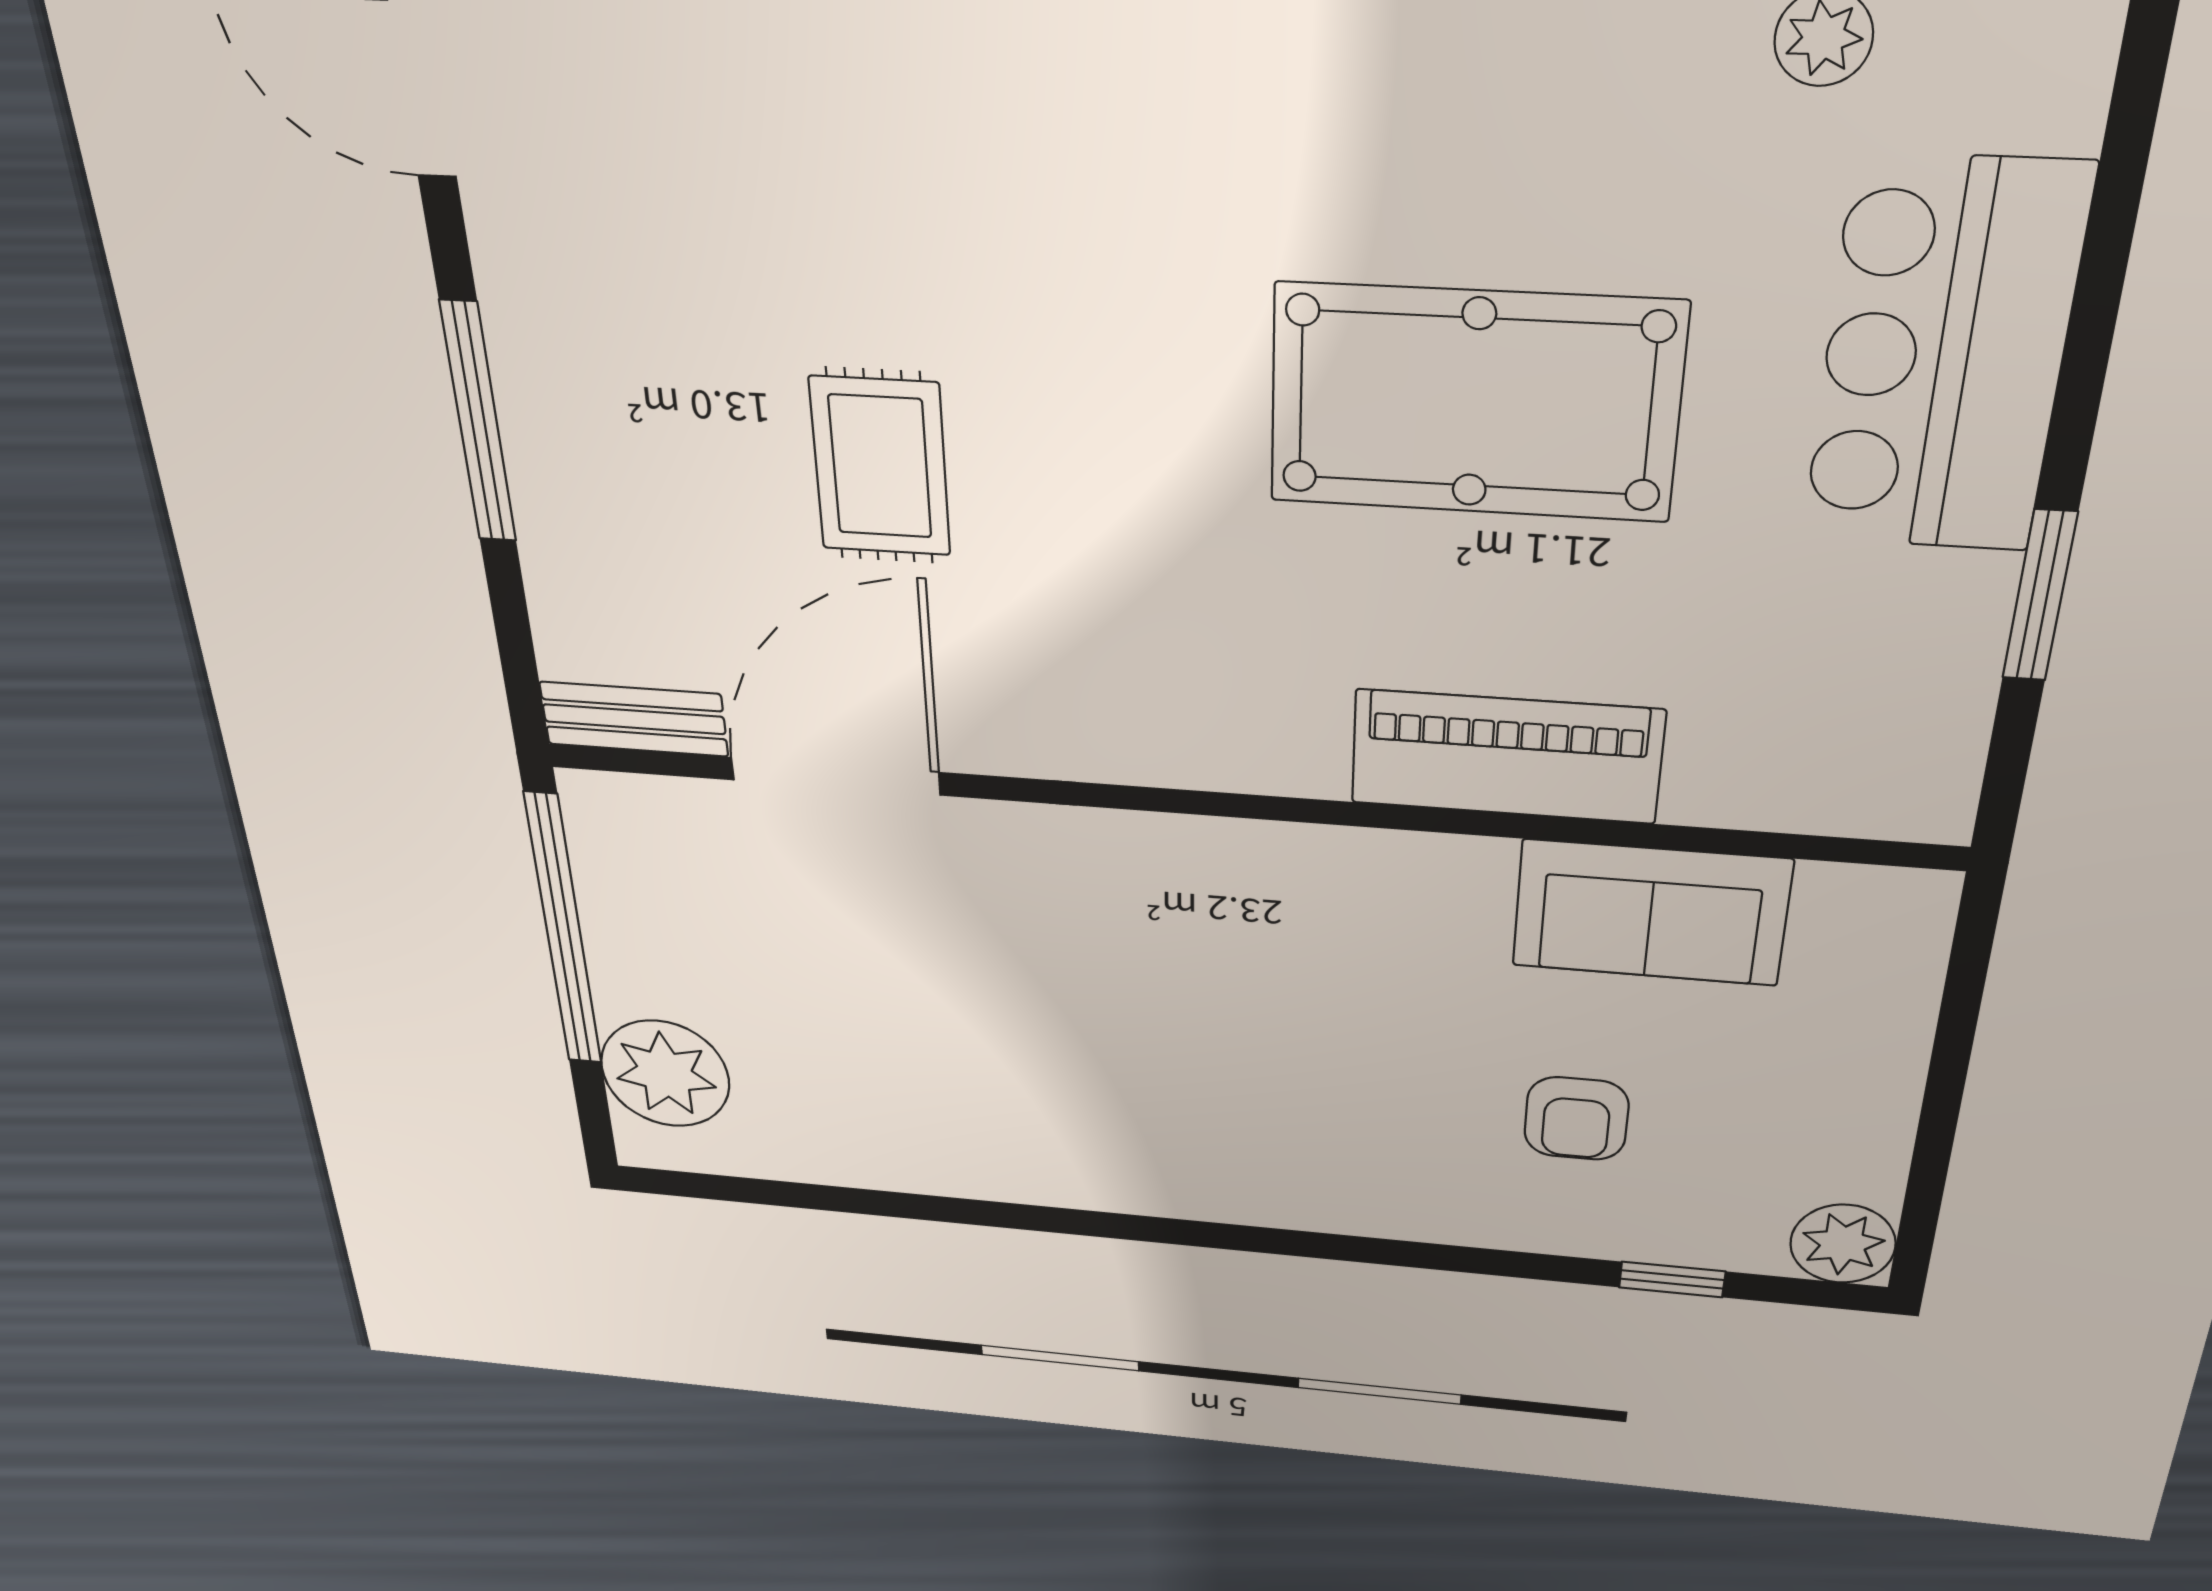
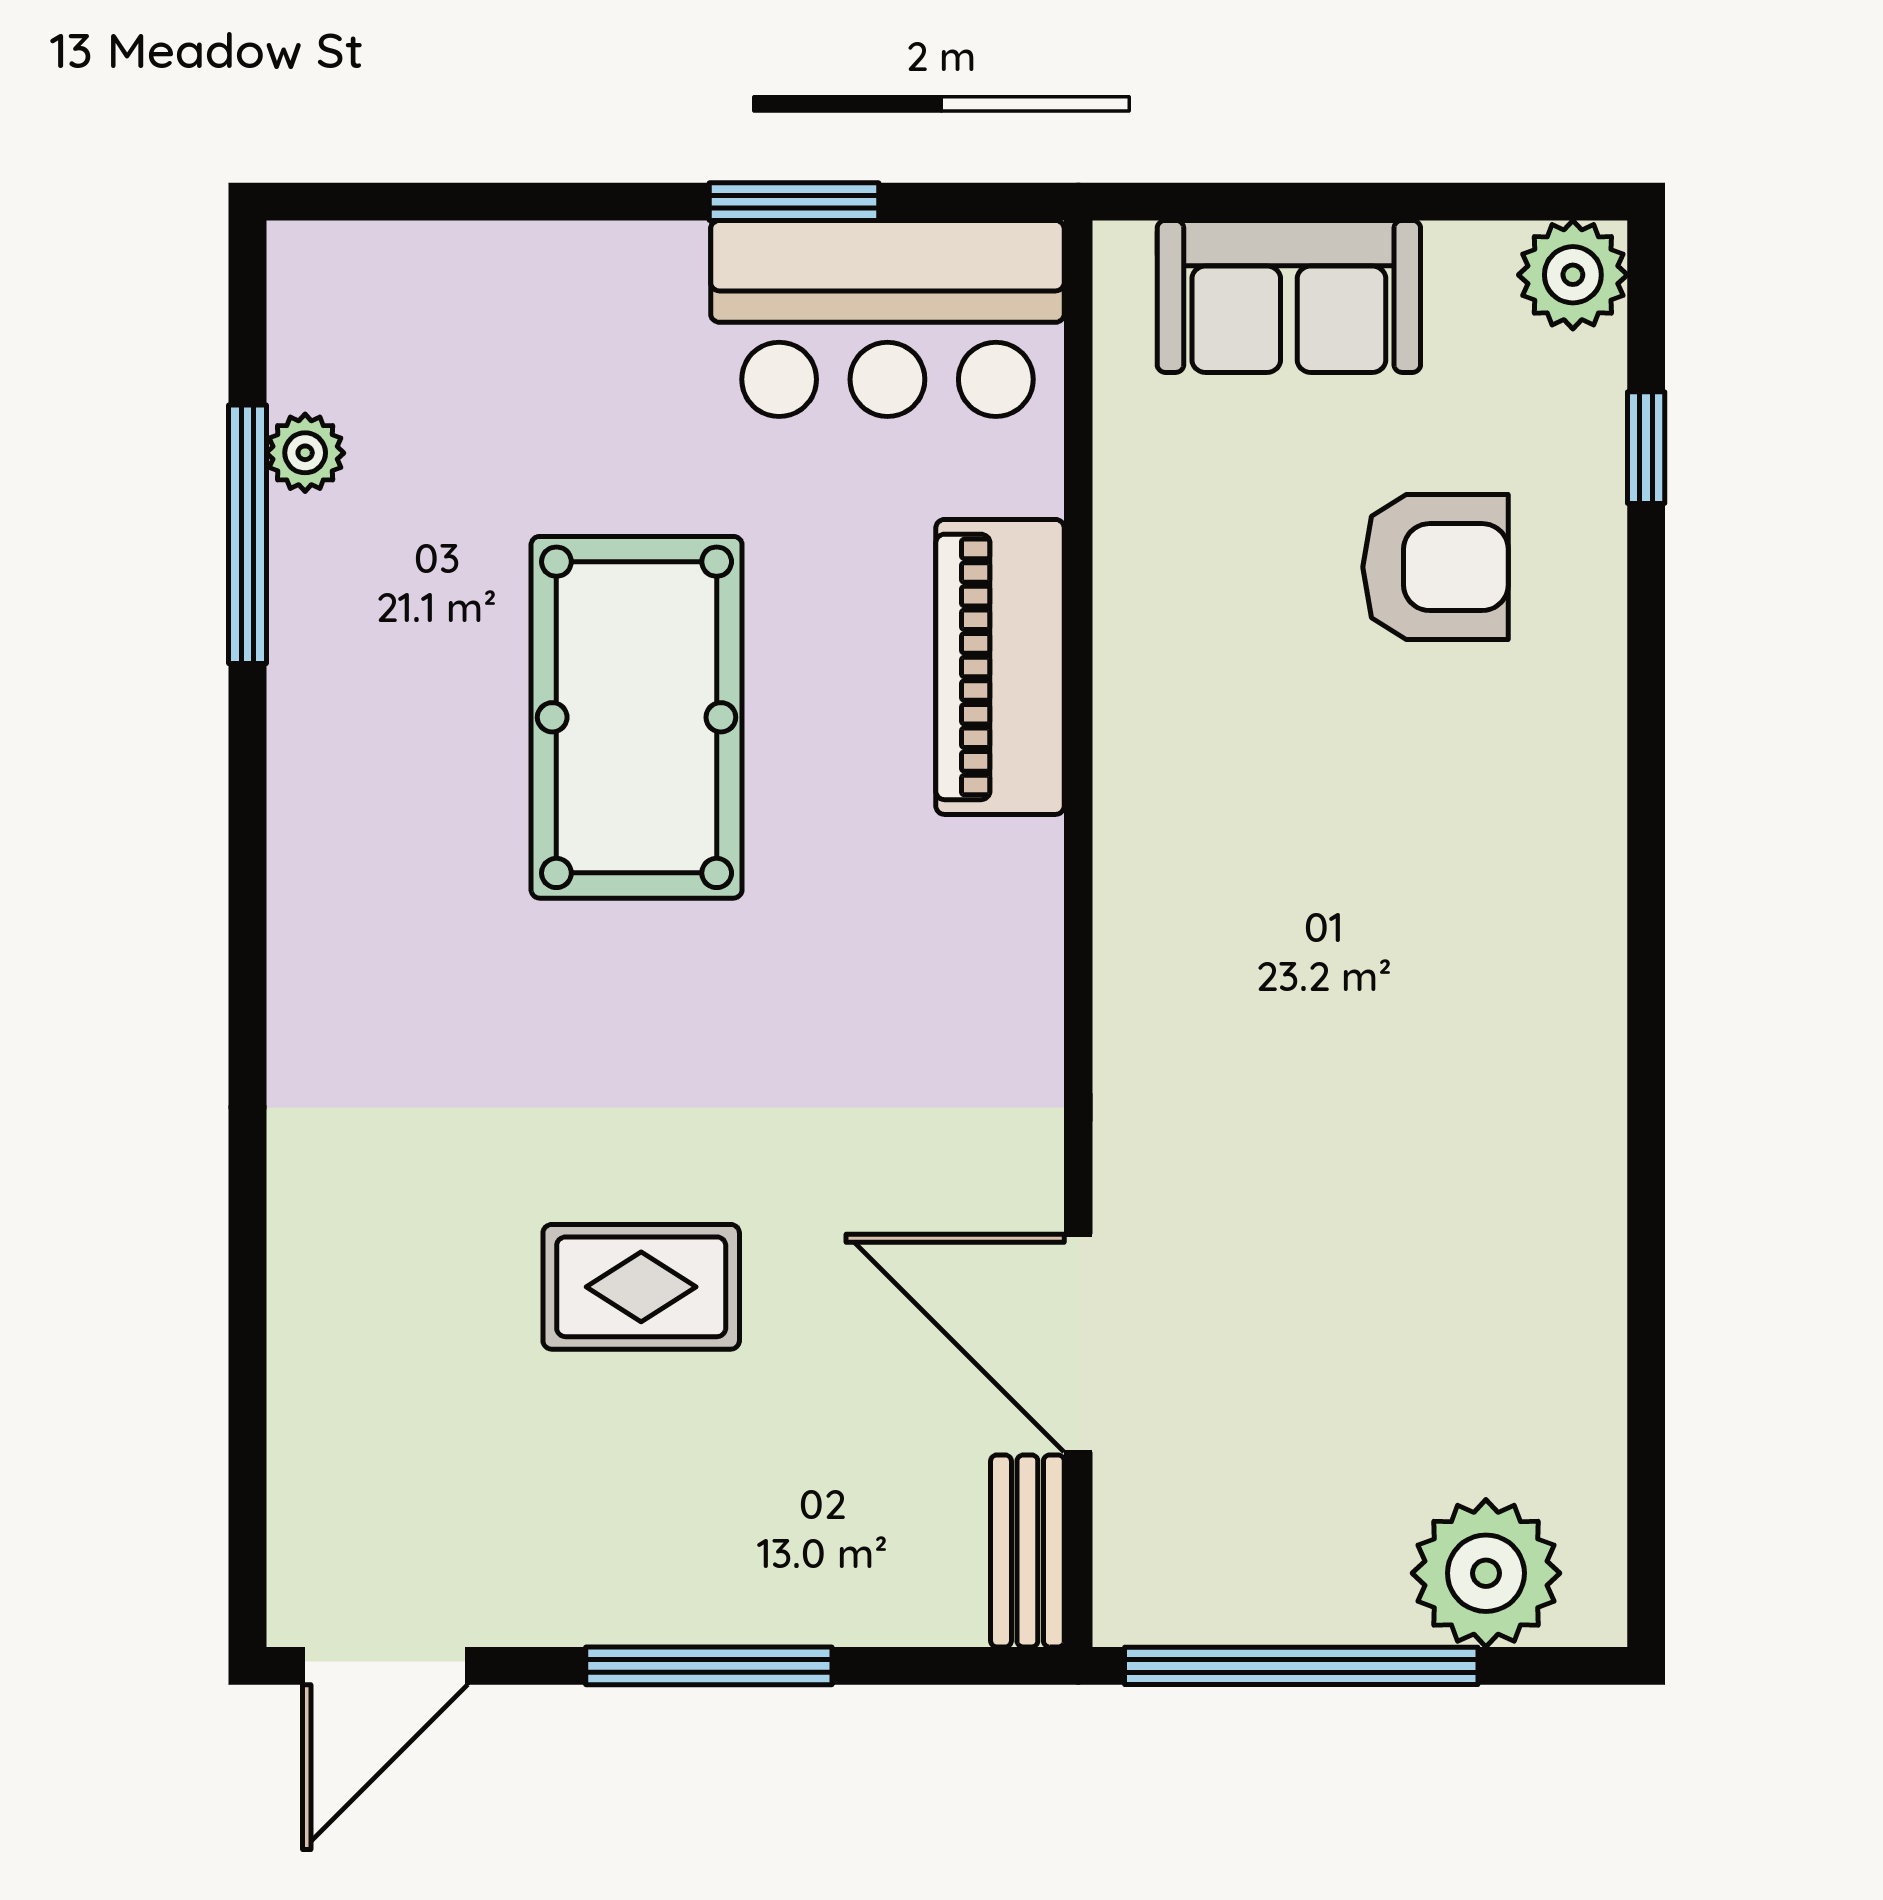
bar counter: (1944, 358) -> (887, 318), moved
rug: (880, 467) -> (641, 1287), moved
sofa: (1651, 913) -> (1289, 296), moved, turned 90
armchair: (1576, 1119) -> (1436, 567), width x1.38, depth x1.38

